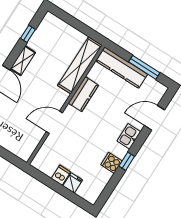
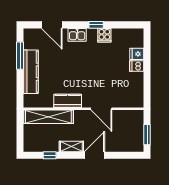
shelving: (80, 65) -> (48, 117), moved
kitchen counter: (83, 94) -> (68, 101), moved
wall: (66, 105) -> (84, 109), moved
door: (54, 122) -> (101, 109), moved

